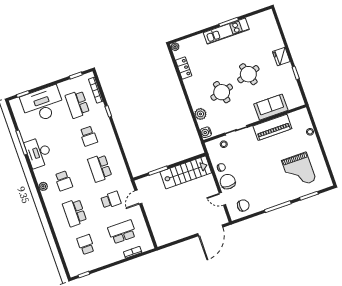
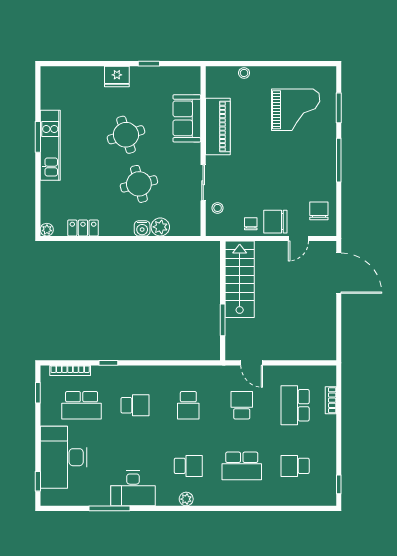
water cooler: (206, 132) -> (142, 228), moved
school desk: (100, 168) -> (188, 405), width x0.54

